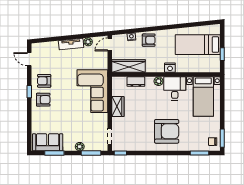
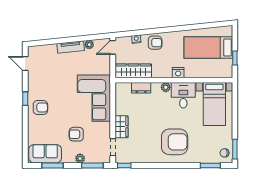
armchair: (44, 81) -> (76, 134), moved
wardrobe: (118, 107) -> (122, 127), moved

